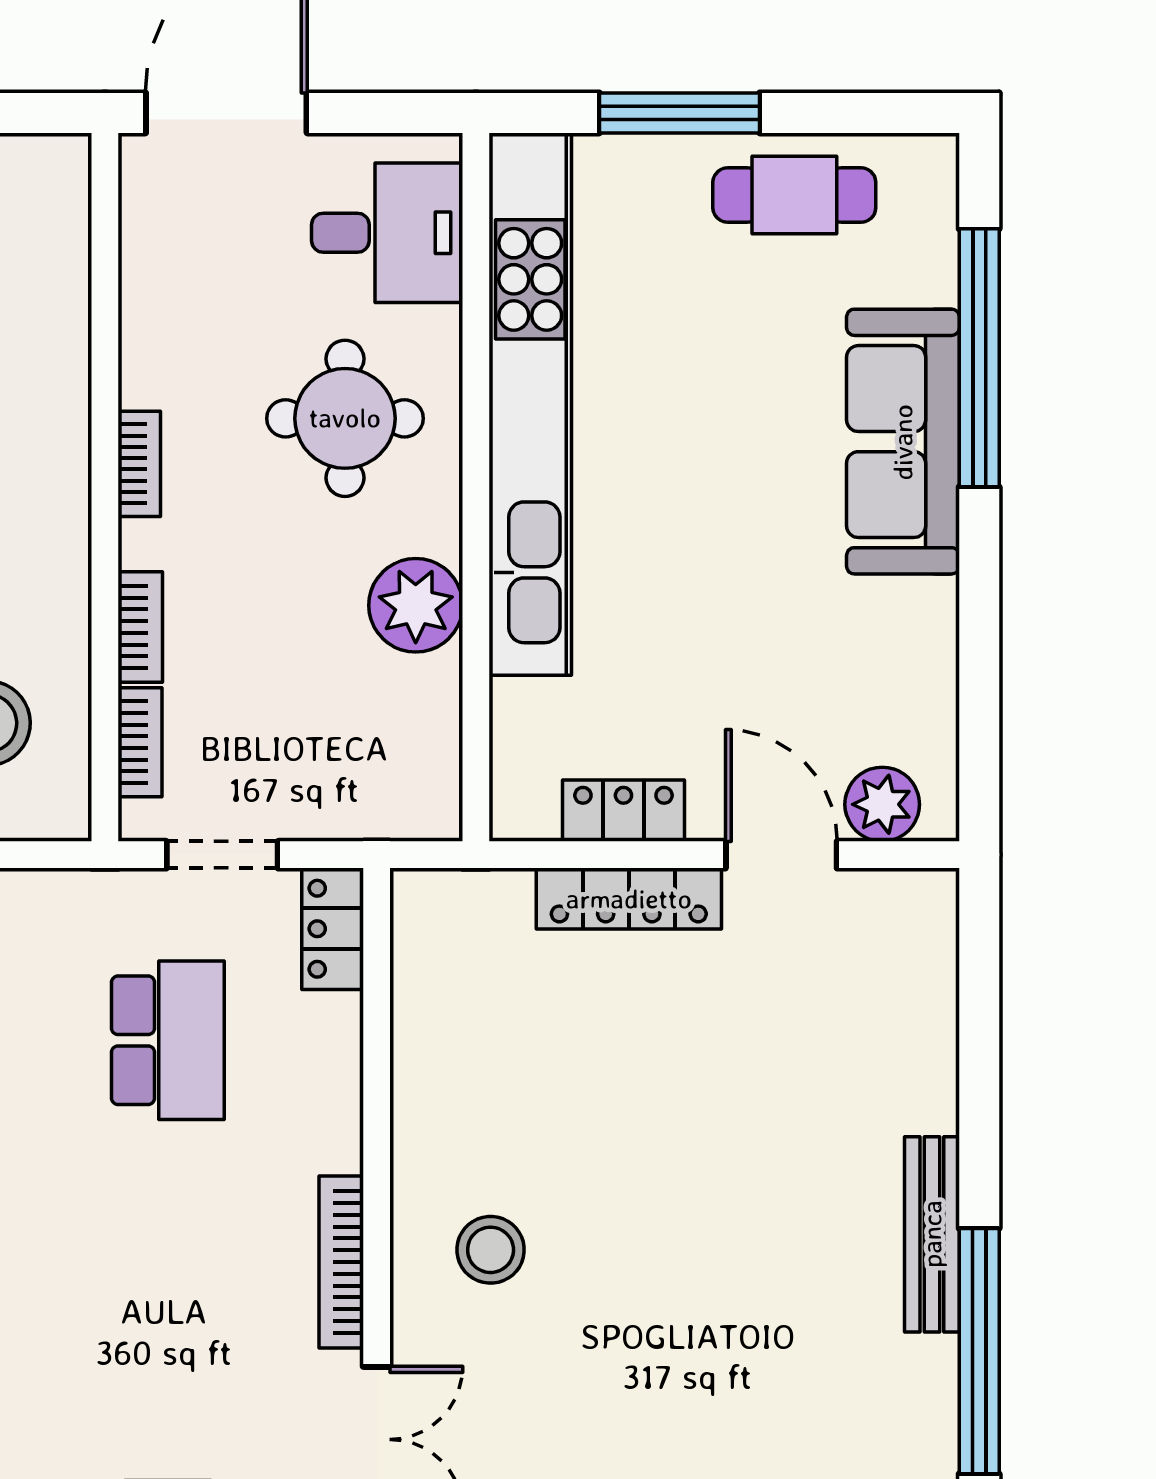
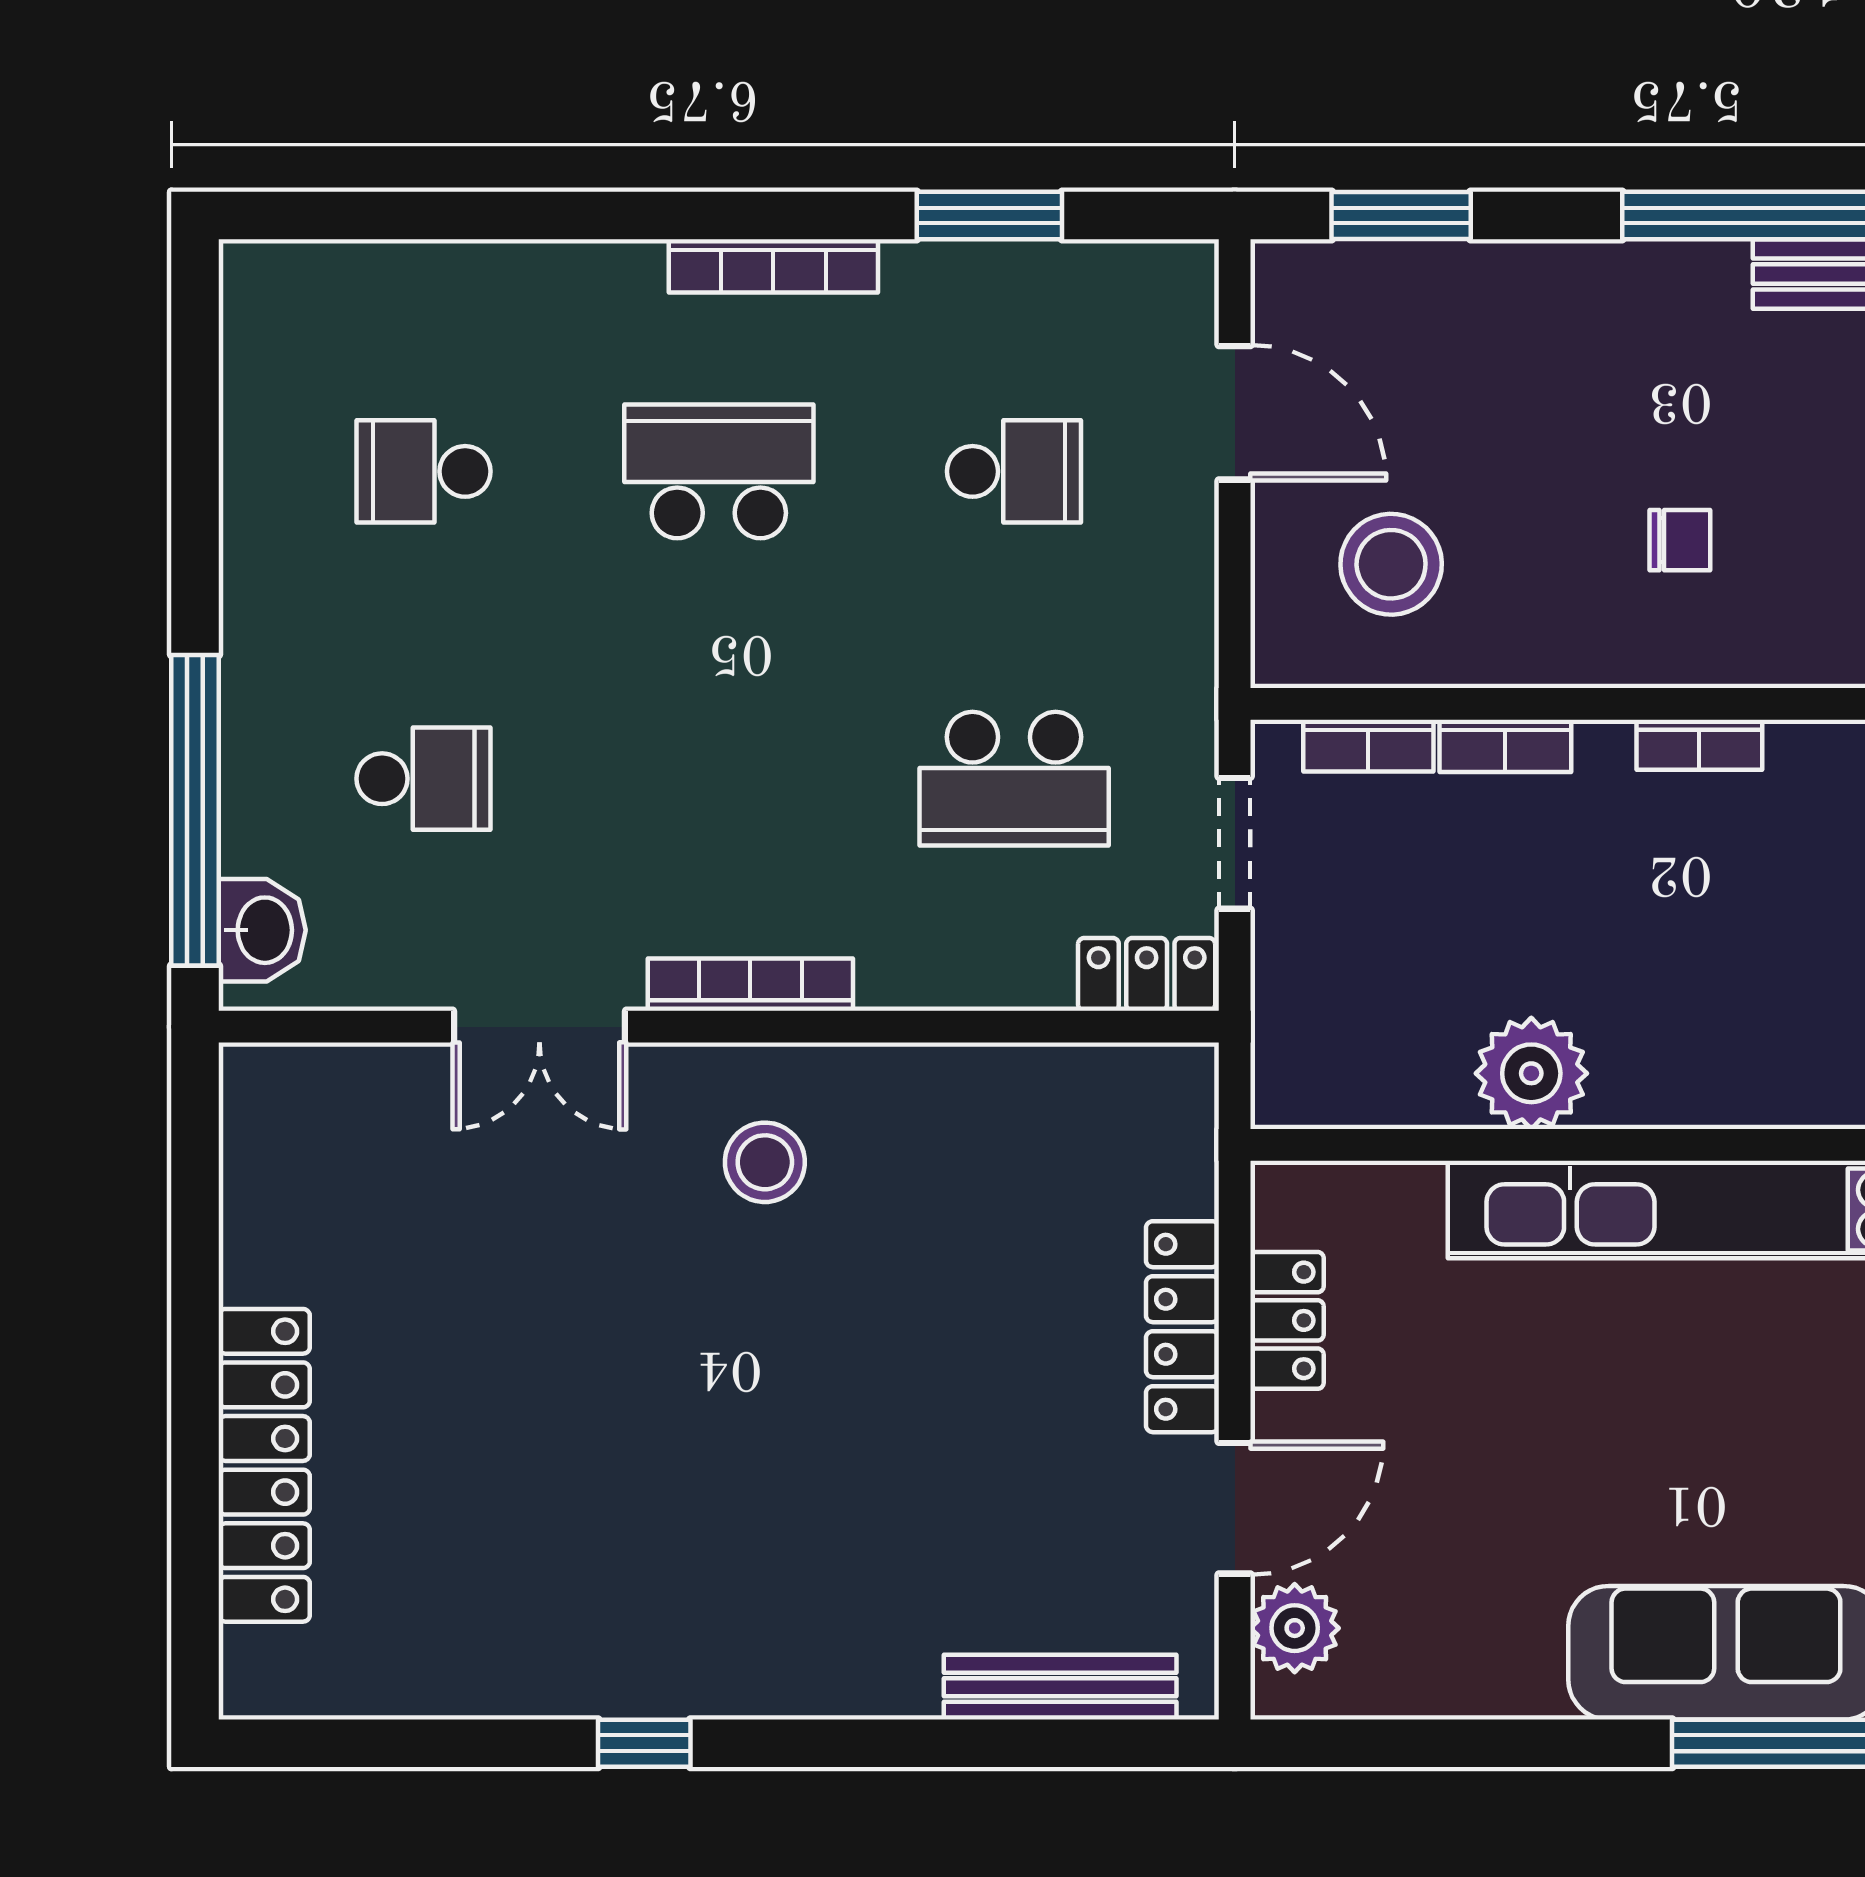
round table: (345, 418) -> (1754, 989), removed
bench: (932, 1234) -> (1060, 1687), moved
window: (979, 1351) -> (644, 1743), width x0.32

